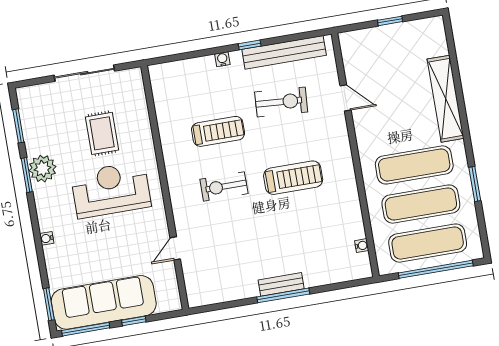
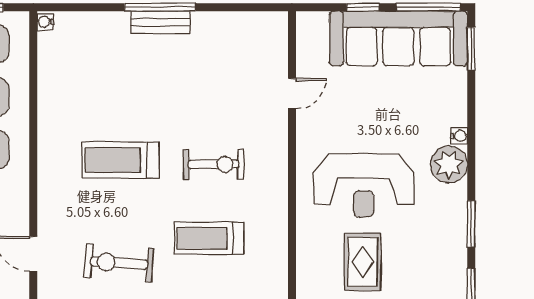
plant: (43, 169) -> (449, 165), moved
water cooler: (362, 246) -> (45, 22), moved

